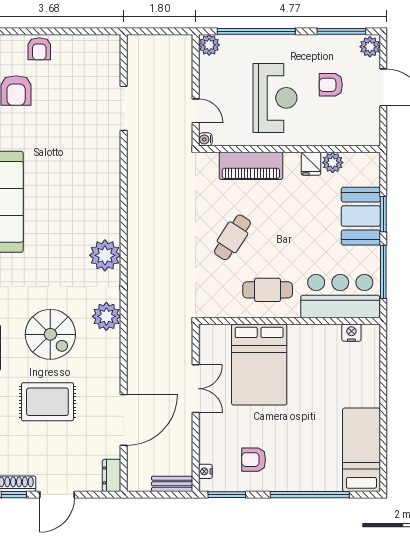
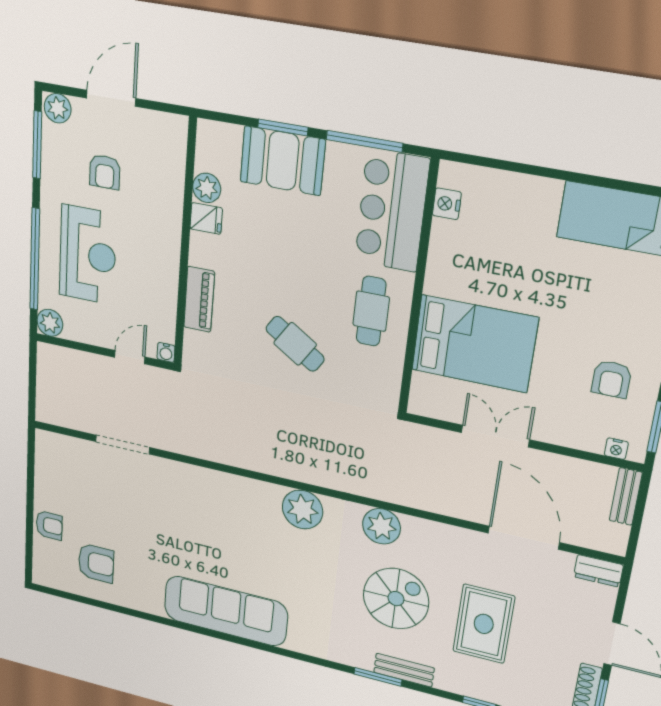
reception desk: (275, 98) -> (88, 255), moved, turned 90
piano: (251, 166) -> (199, 299), width x0.73, depth x0.75

